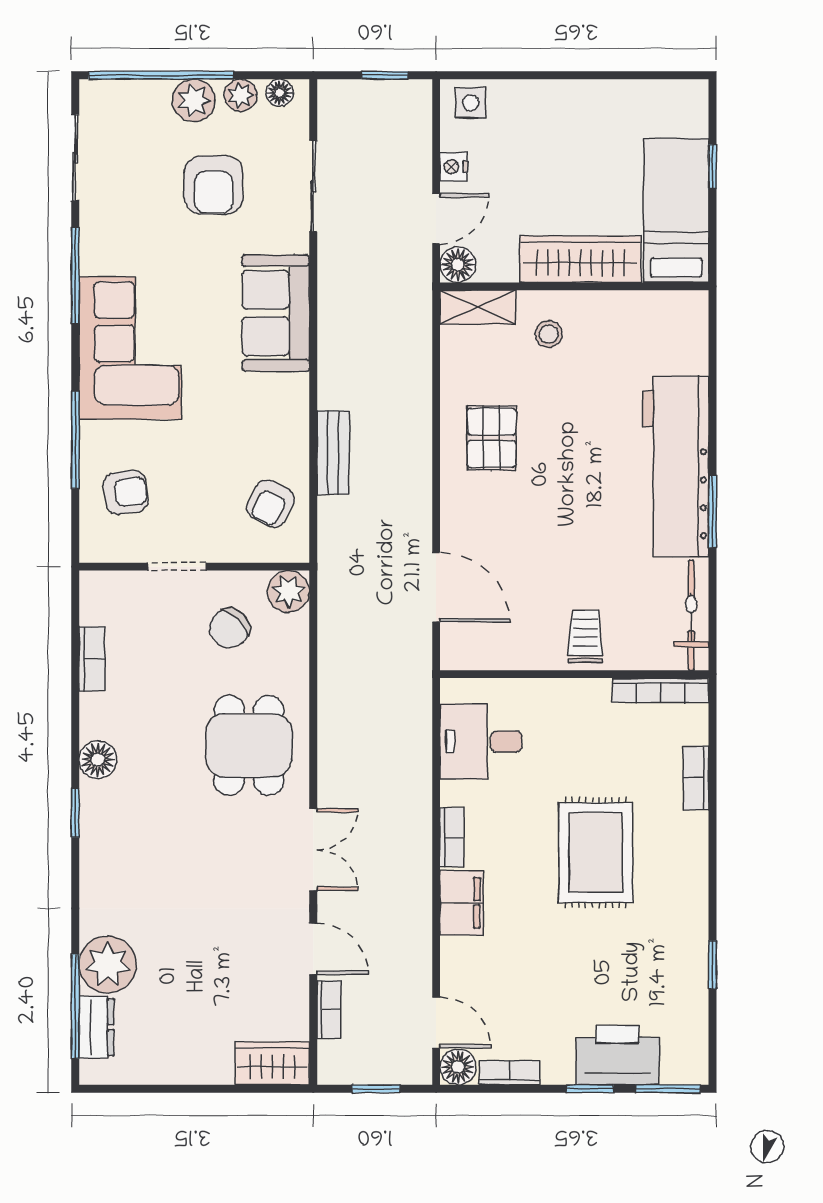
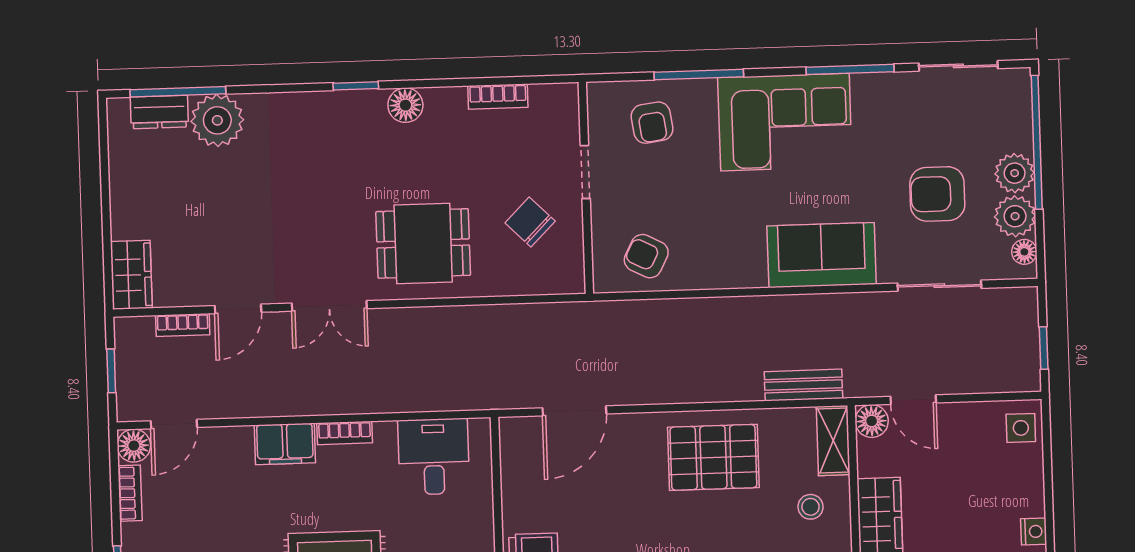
plant: (241, 95) -> (1015, 216), width x1.38, depth x1.38
nightstand: (454, 167) -> (1034, 531), moved, turned 90
pallet: (492, 438) -> (713, 457), width x1.50, depth x1.42
bench: (333, 453) -> (803, 385), moved
plant: (289, 591) -> (566, 275), removed

